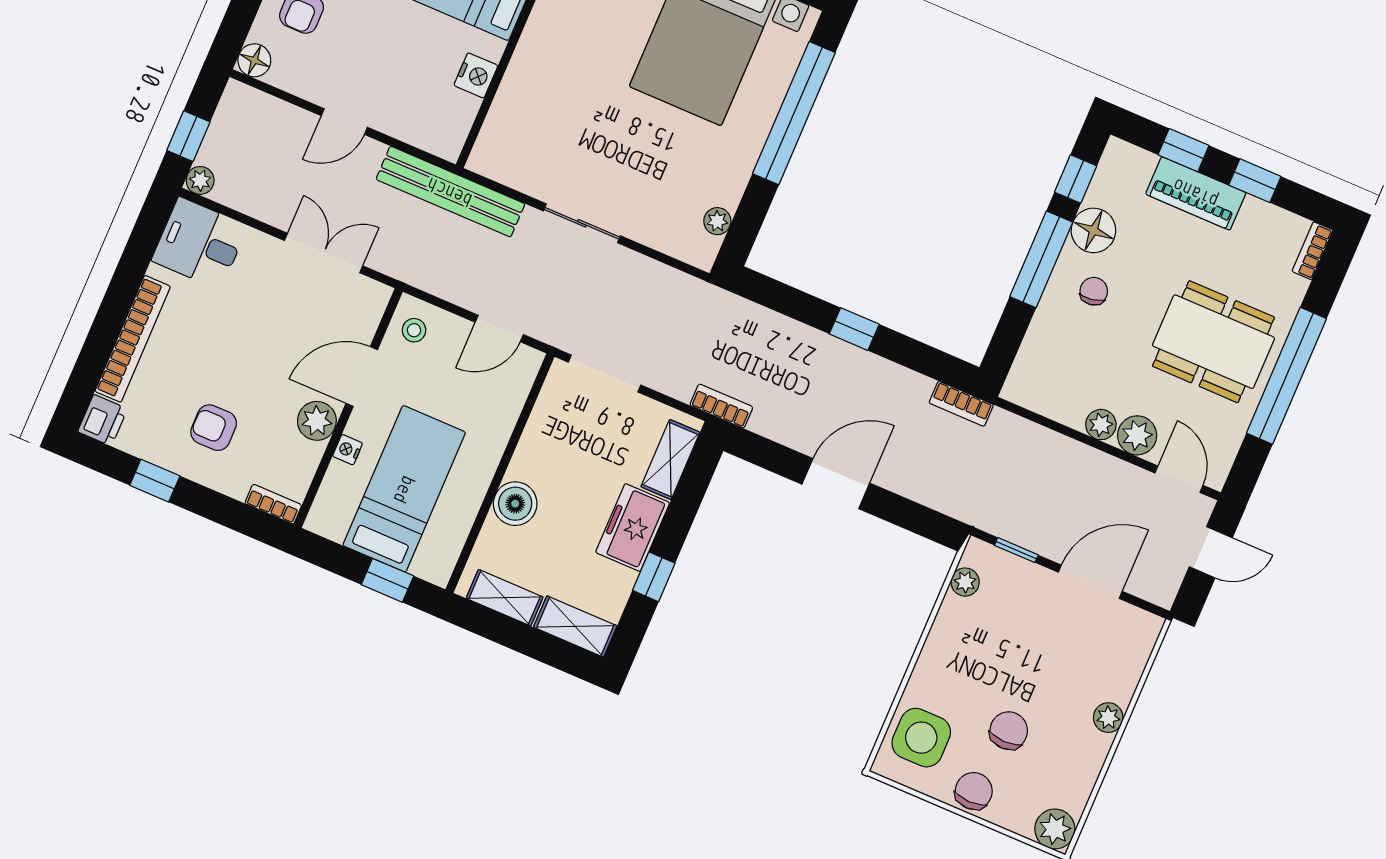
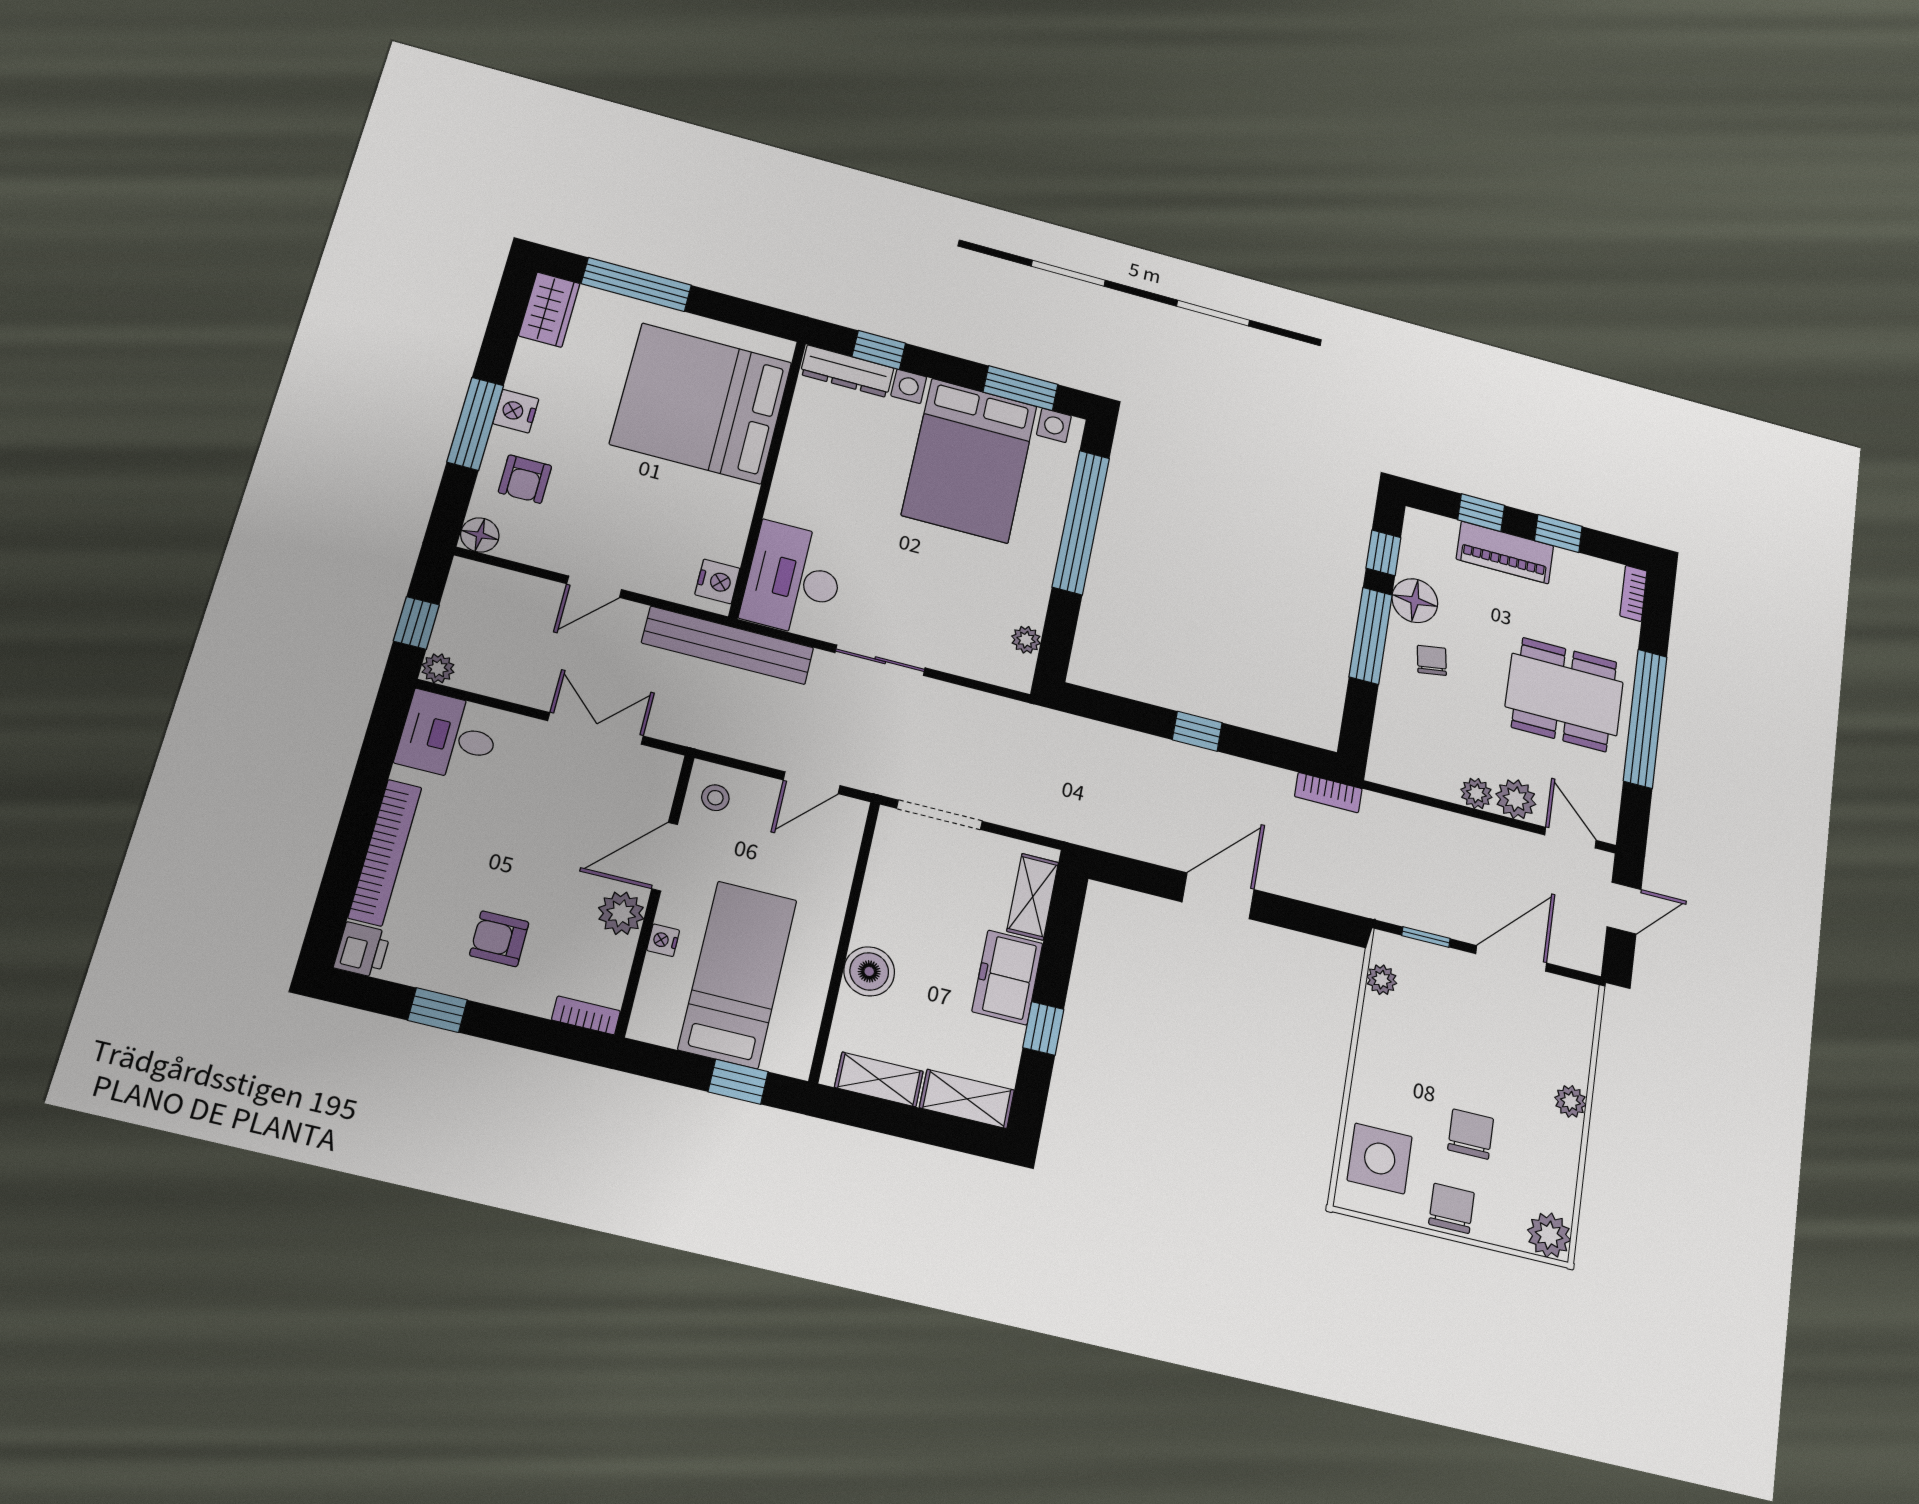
nightstand: (476, 75) -> (717, 581), moved
desk: (520, 136) -> (794, 579), added
bookcase: (721, 406) -> (1075, 831), removed

